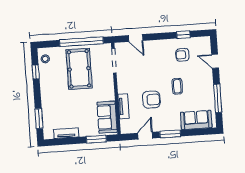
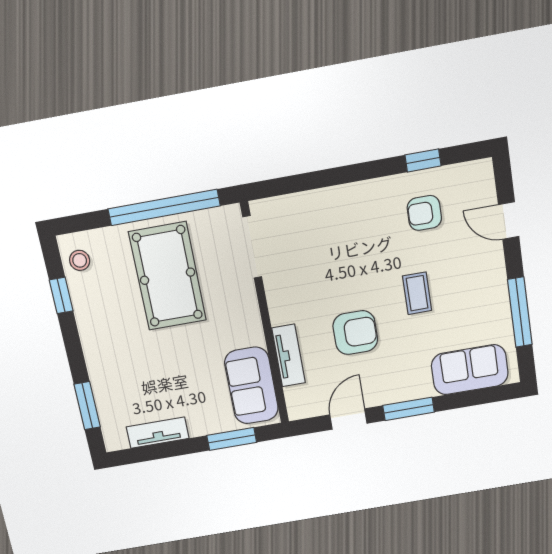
door: (136, 38) -> (301, 183), removed

